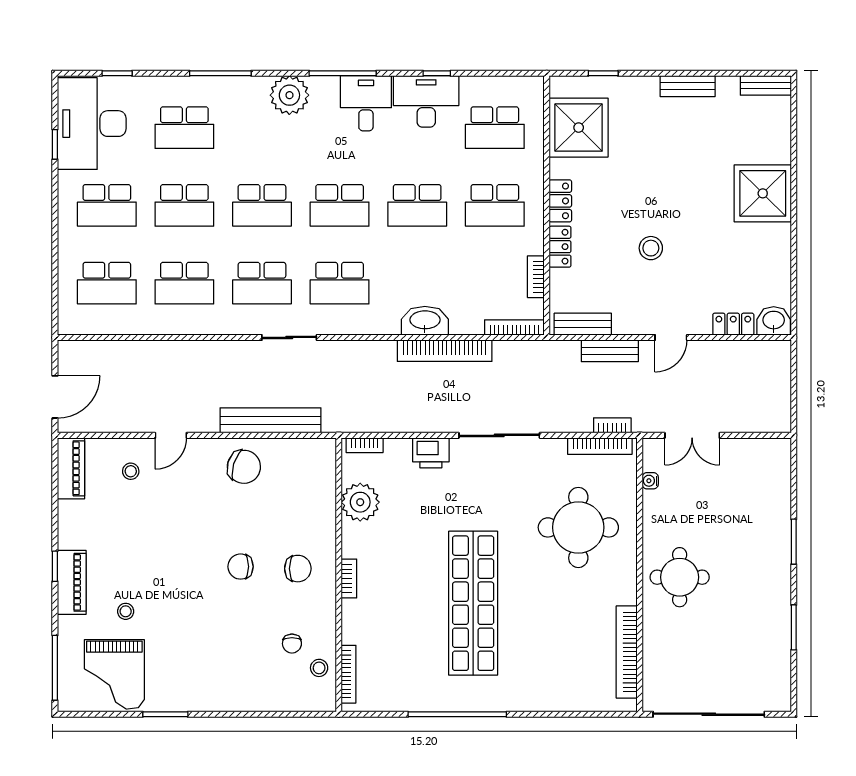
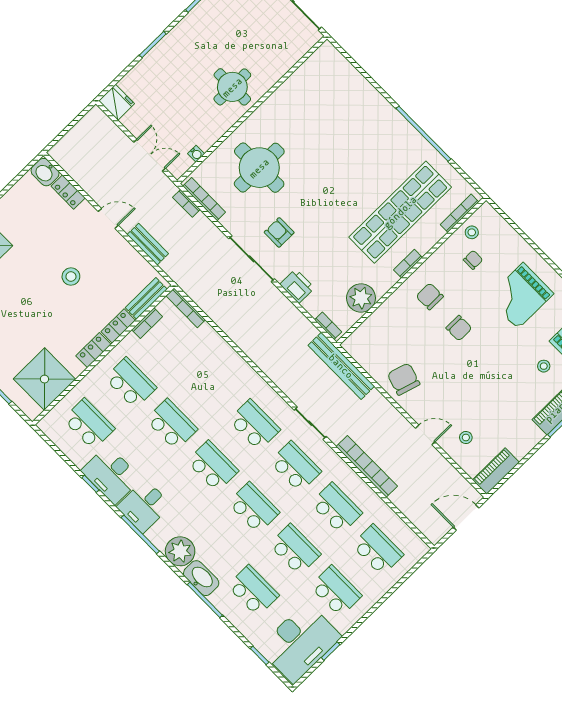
washbasin: (425, 321) -> (201, 578), moved, turned 180
bench: (583, 324) -> (146, 298), moved, turned 90
bookcase: (445, 351) -> (367, 466), moved
bench: (270, 420) -> (341, 366), moved
fridge: (773, 454) -> (117, 102), added
armchair: (498, 486) -> (279, 232), added
shop shelf: (473, 603) -> (400, 212), moved
bookcase: (627, 652) -> (300, 76), removed
grand piano: (214, 655) -> (520, 296), added

